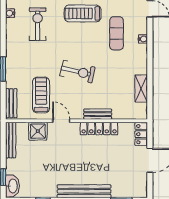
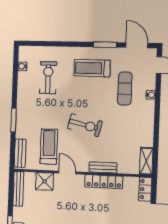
shelving: (141, 89) -> (146, 161), moved

